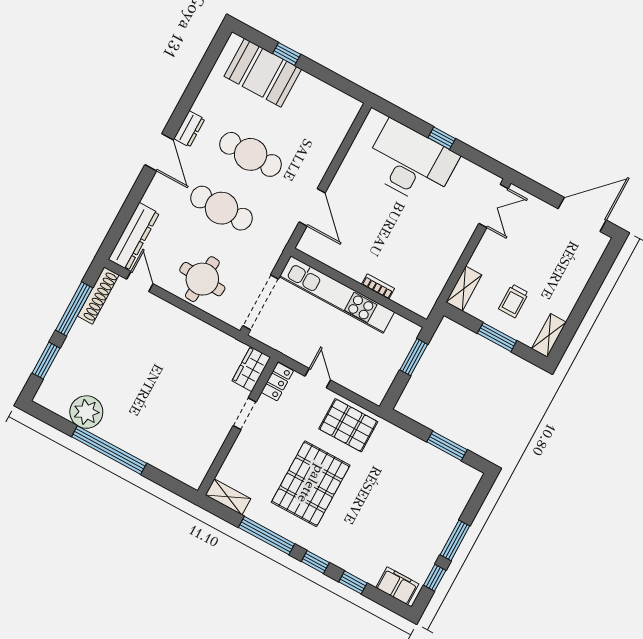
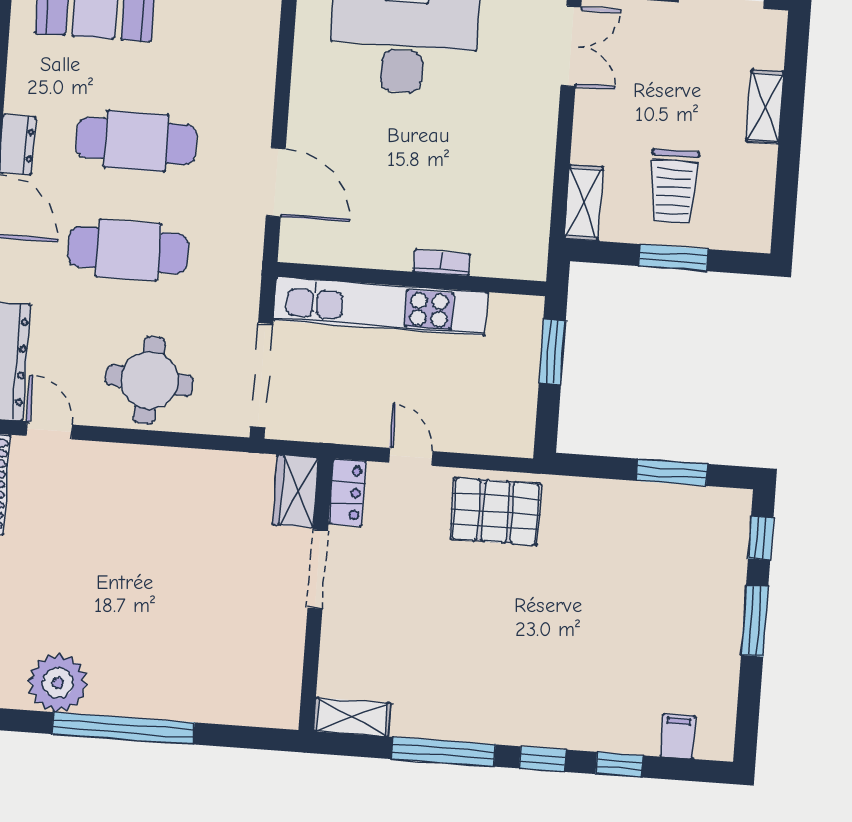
trolley: (514, 301) -> (674, 186), width x1.36, depth x1.39
shelving: (549, 335) -> (765, 107), moved
doorway: (245, 414) -> (318, 569), width x1.38
pallet: (311, 484) -> (477, 635), removed
window: (435, 578) -> (761, 538), moved
filing cabinet: (397, 586) -> (678, 736), width x0.50

